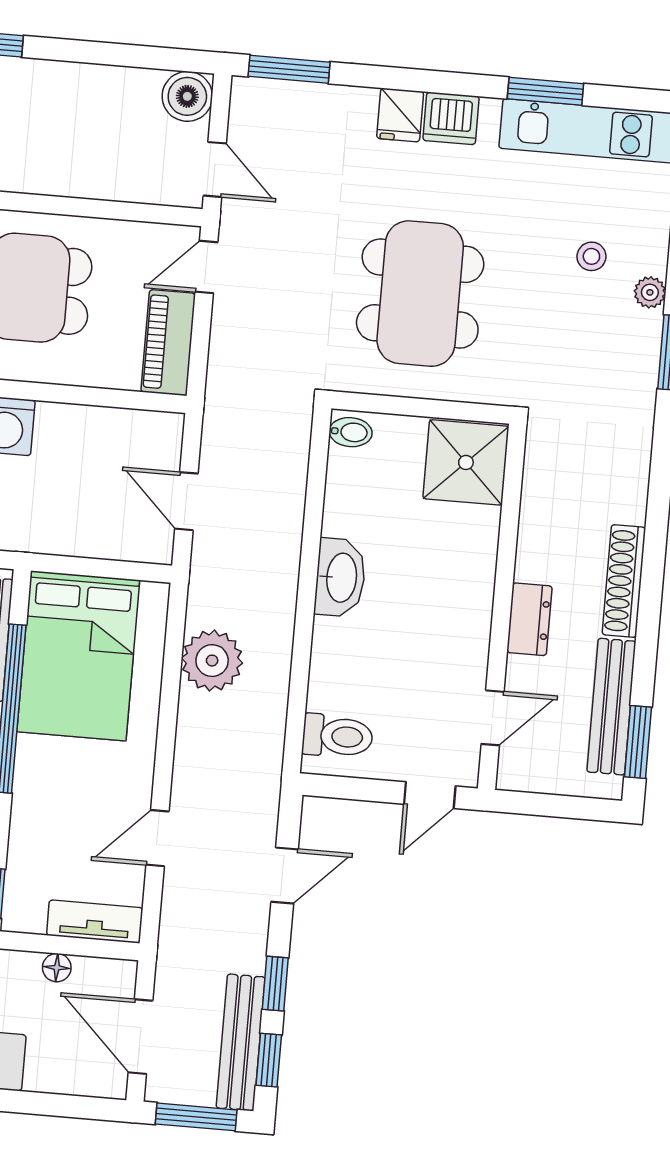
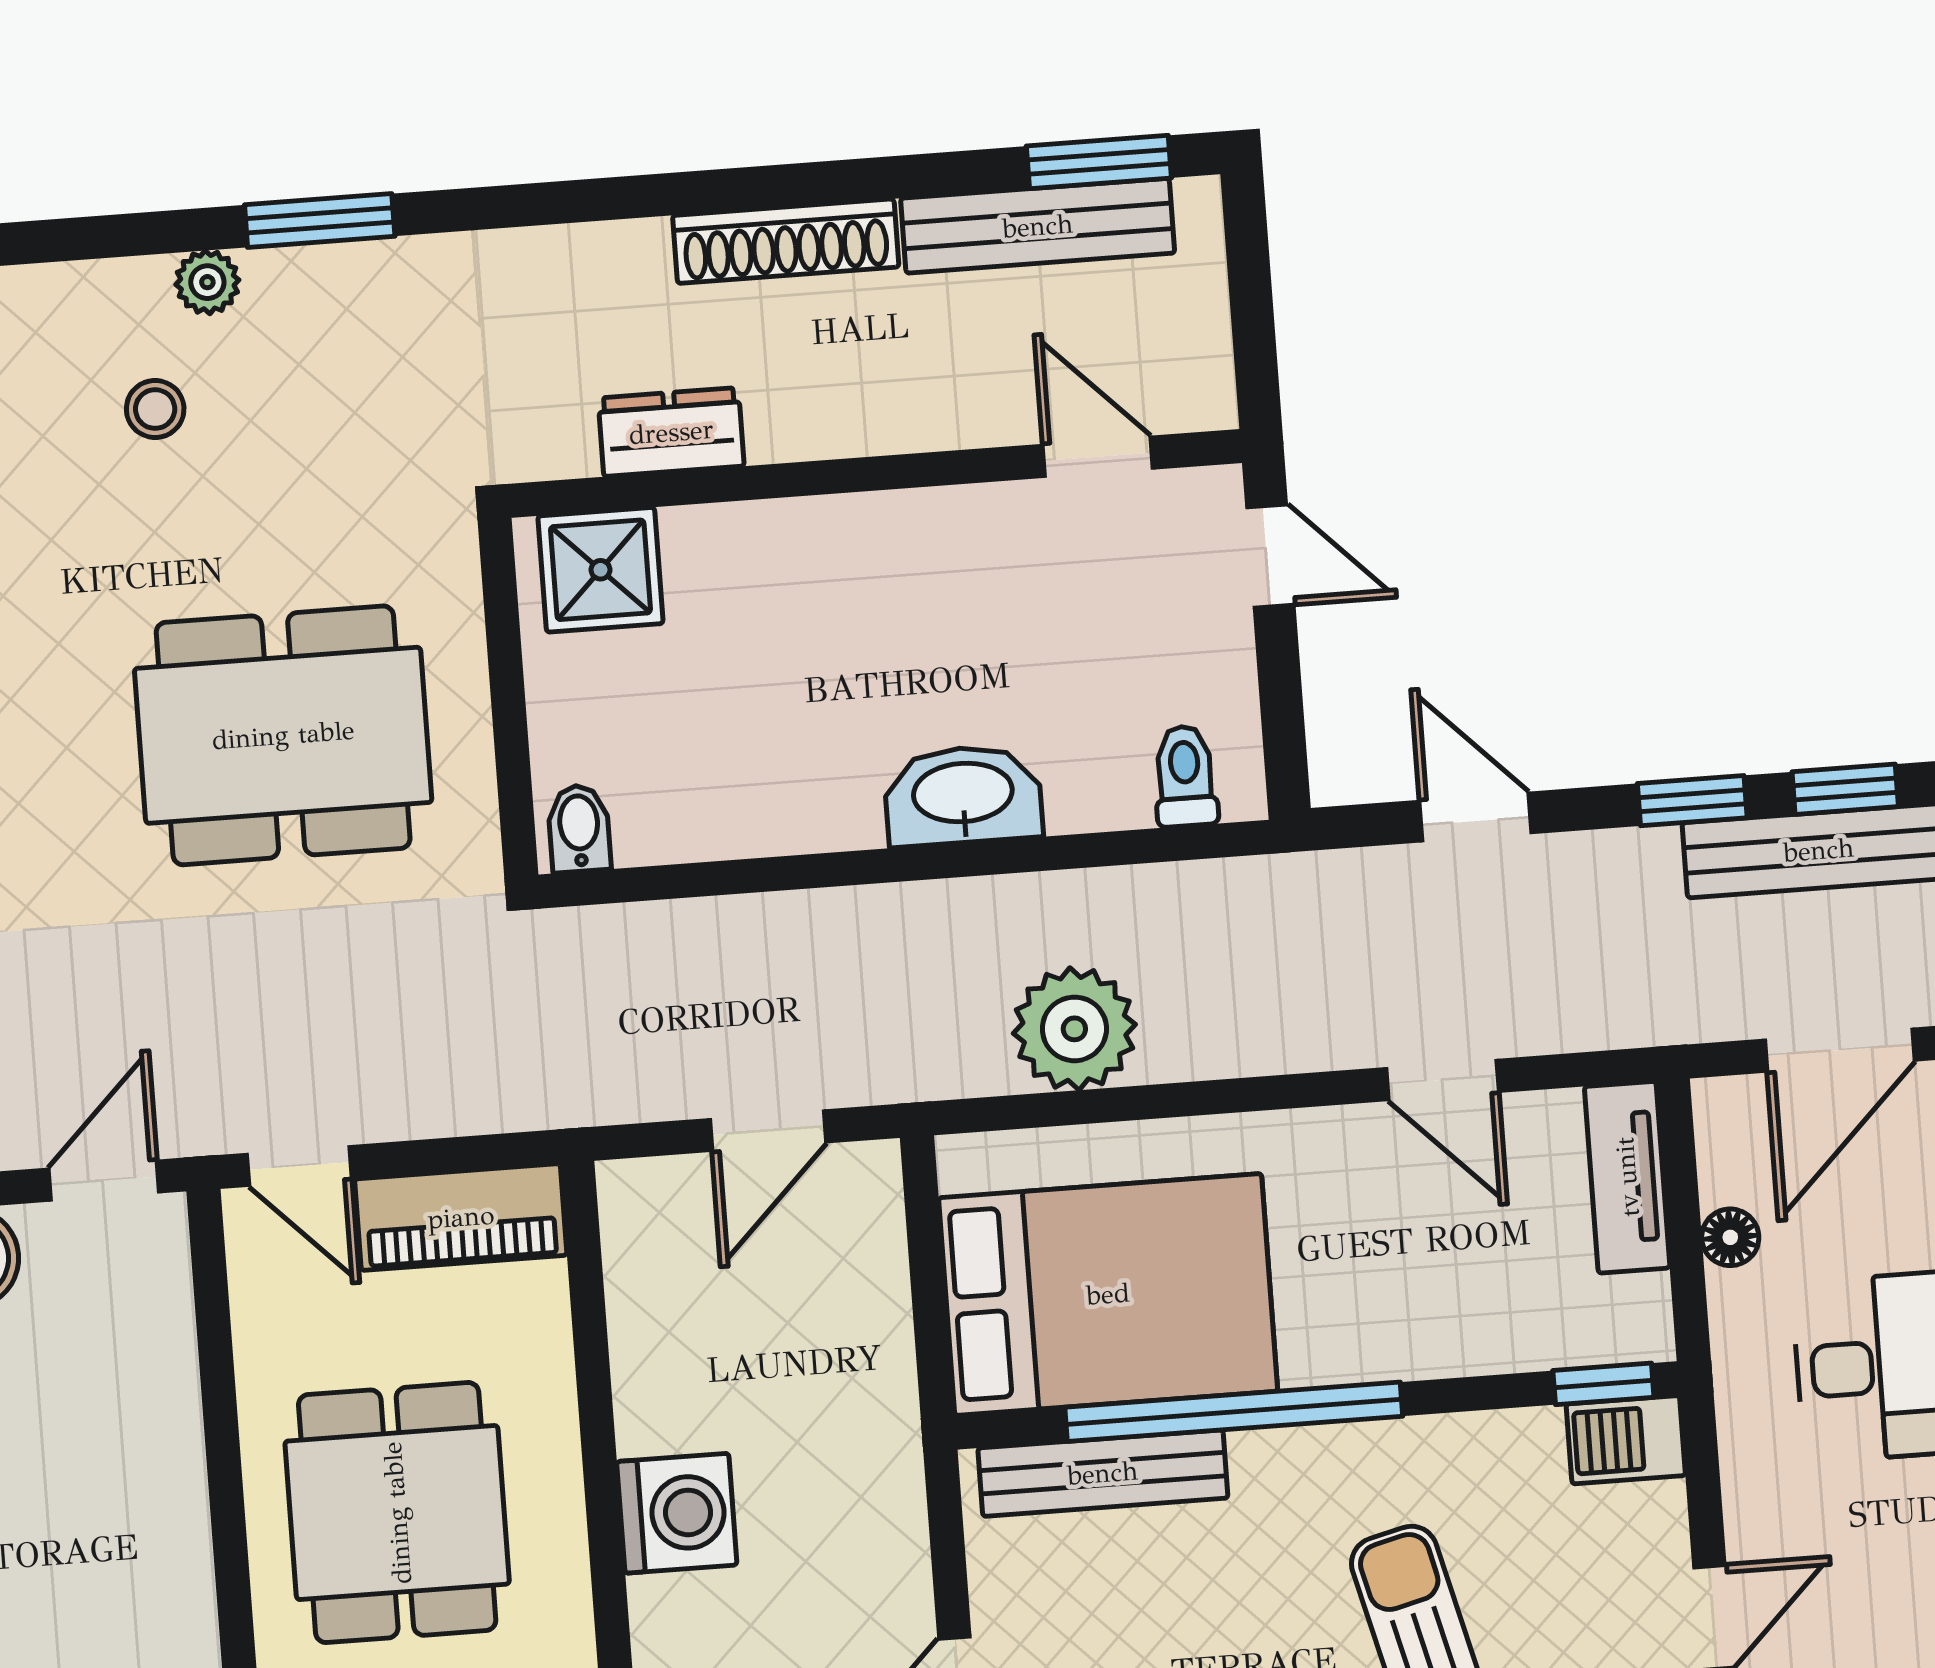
shower: (466, 462) -> (600, 570), width x0.73, depth x0.73
washbasin: (340, 578) -> (963, 795), moved
dresser: (529, 619) -> (671, 432), moved
toilet: (338, 736) -> (1185, 776), width x0.73, depth x0.72

